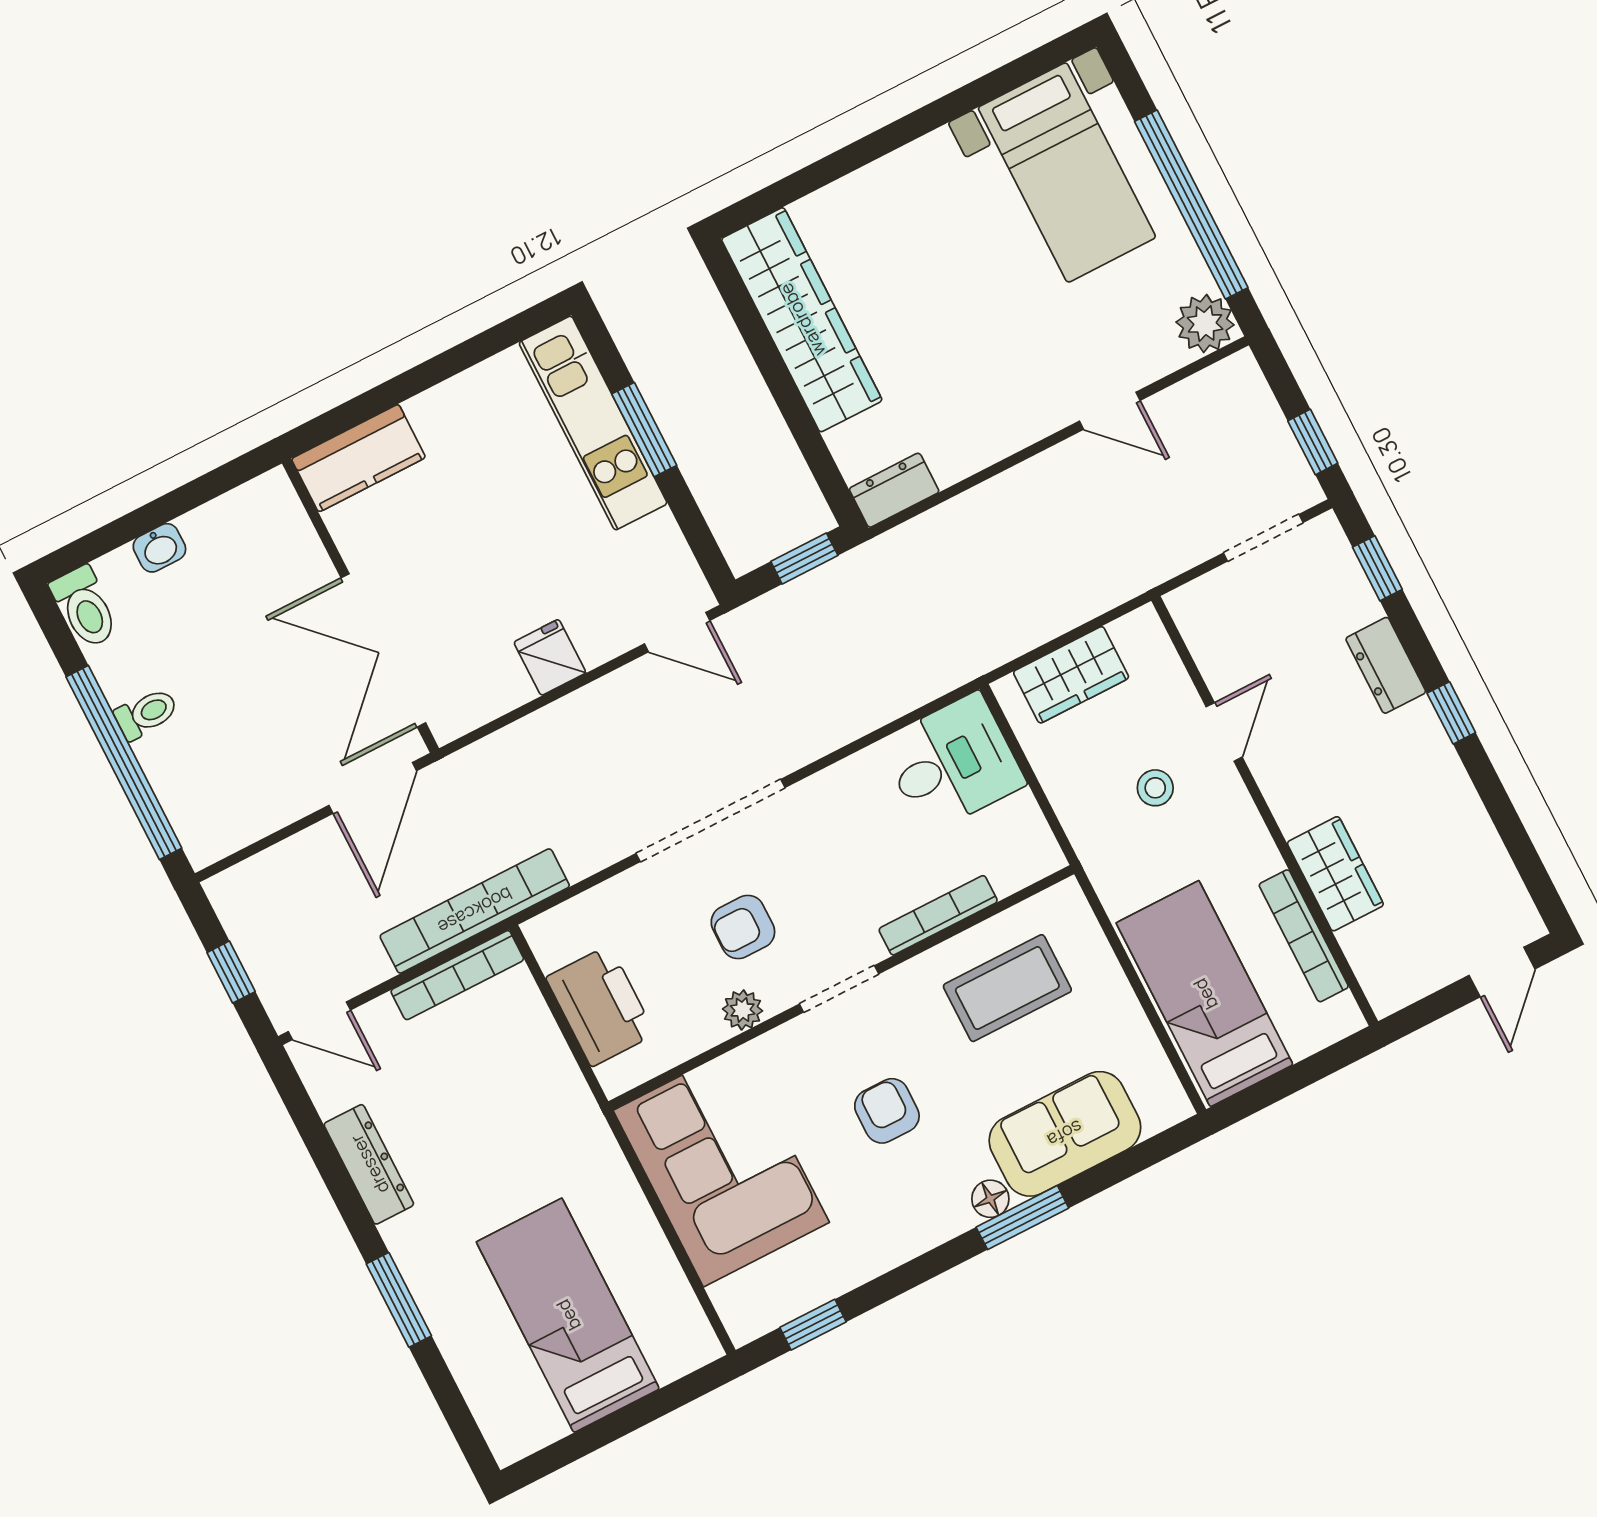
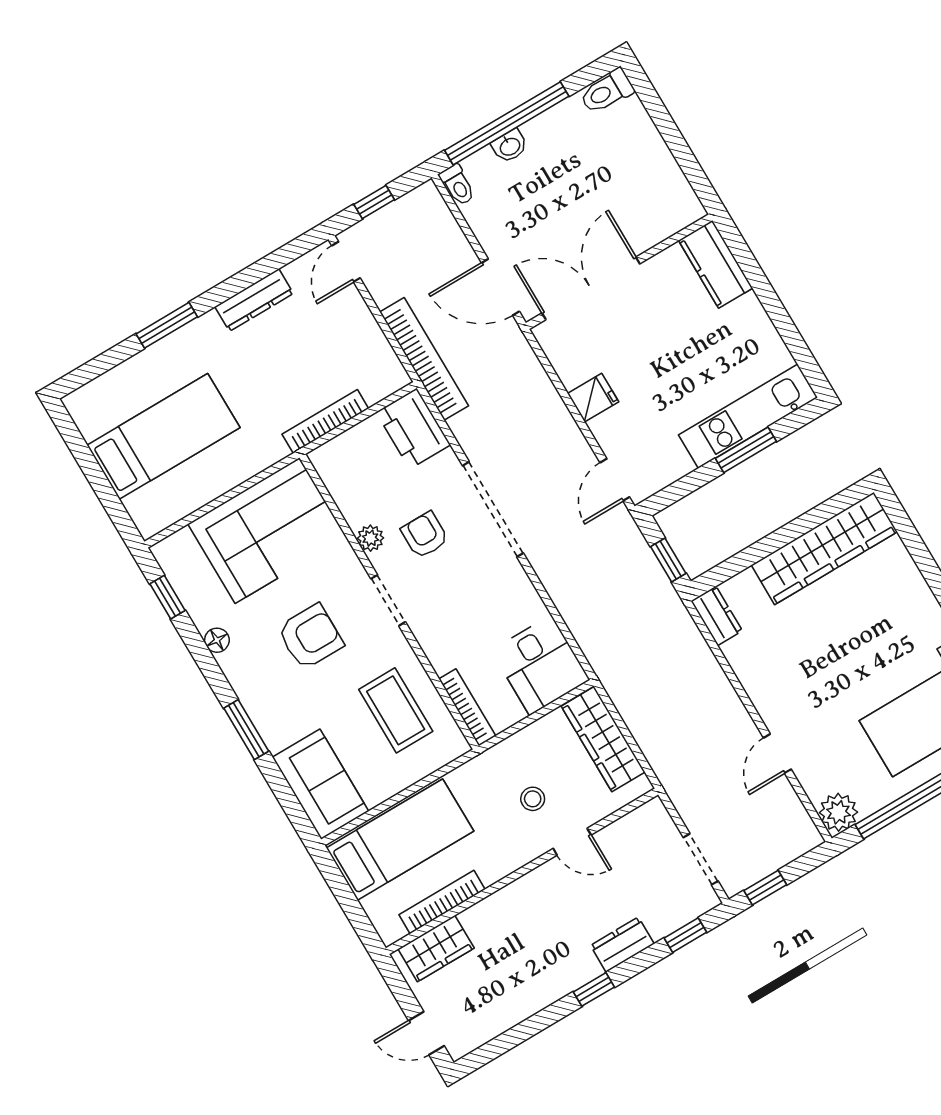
washbasin: (159, 548) -> (510, 146), moved, turned -90
wardrobe: (1071, 675) -> (603, 739), width x1.50
toilet: (146, 714) -> (457, 185), moved
wardrobe: (1335, 874) -> (436, 949), moved
bookcase: (938, 915) -> (467, 707), moved
bookcase: (457, 975) -> (325, 421), moved, turned 90
printer: (600, 1006) -> (413, 429), moved, turned 90
armchair: (887, 1111) -> (310, 637), width x1.38, depth x1.38
sofa: (1065, 1134) -> (321, 784), moved
floor lamp: (990, 1199) -> (217, 640), moved

